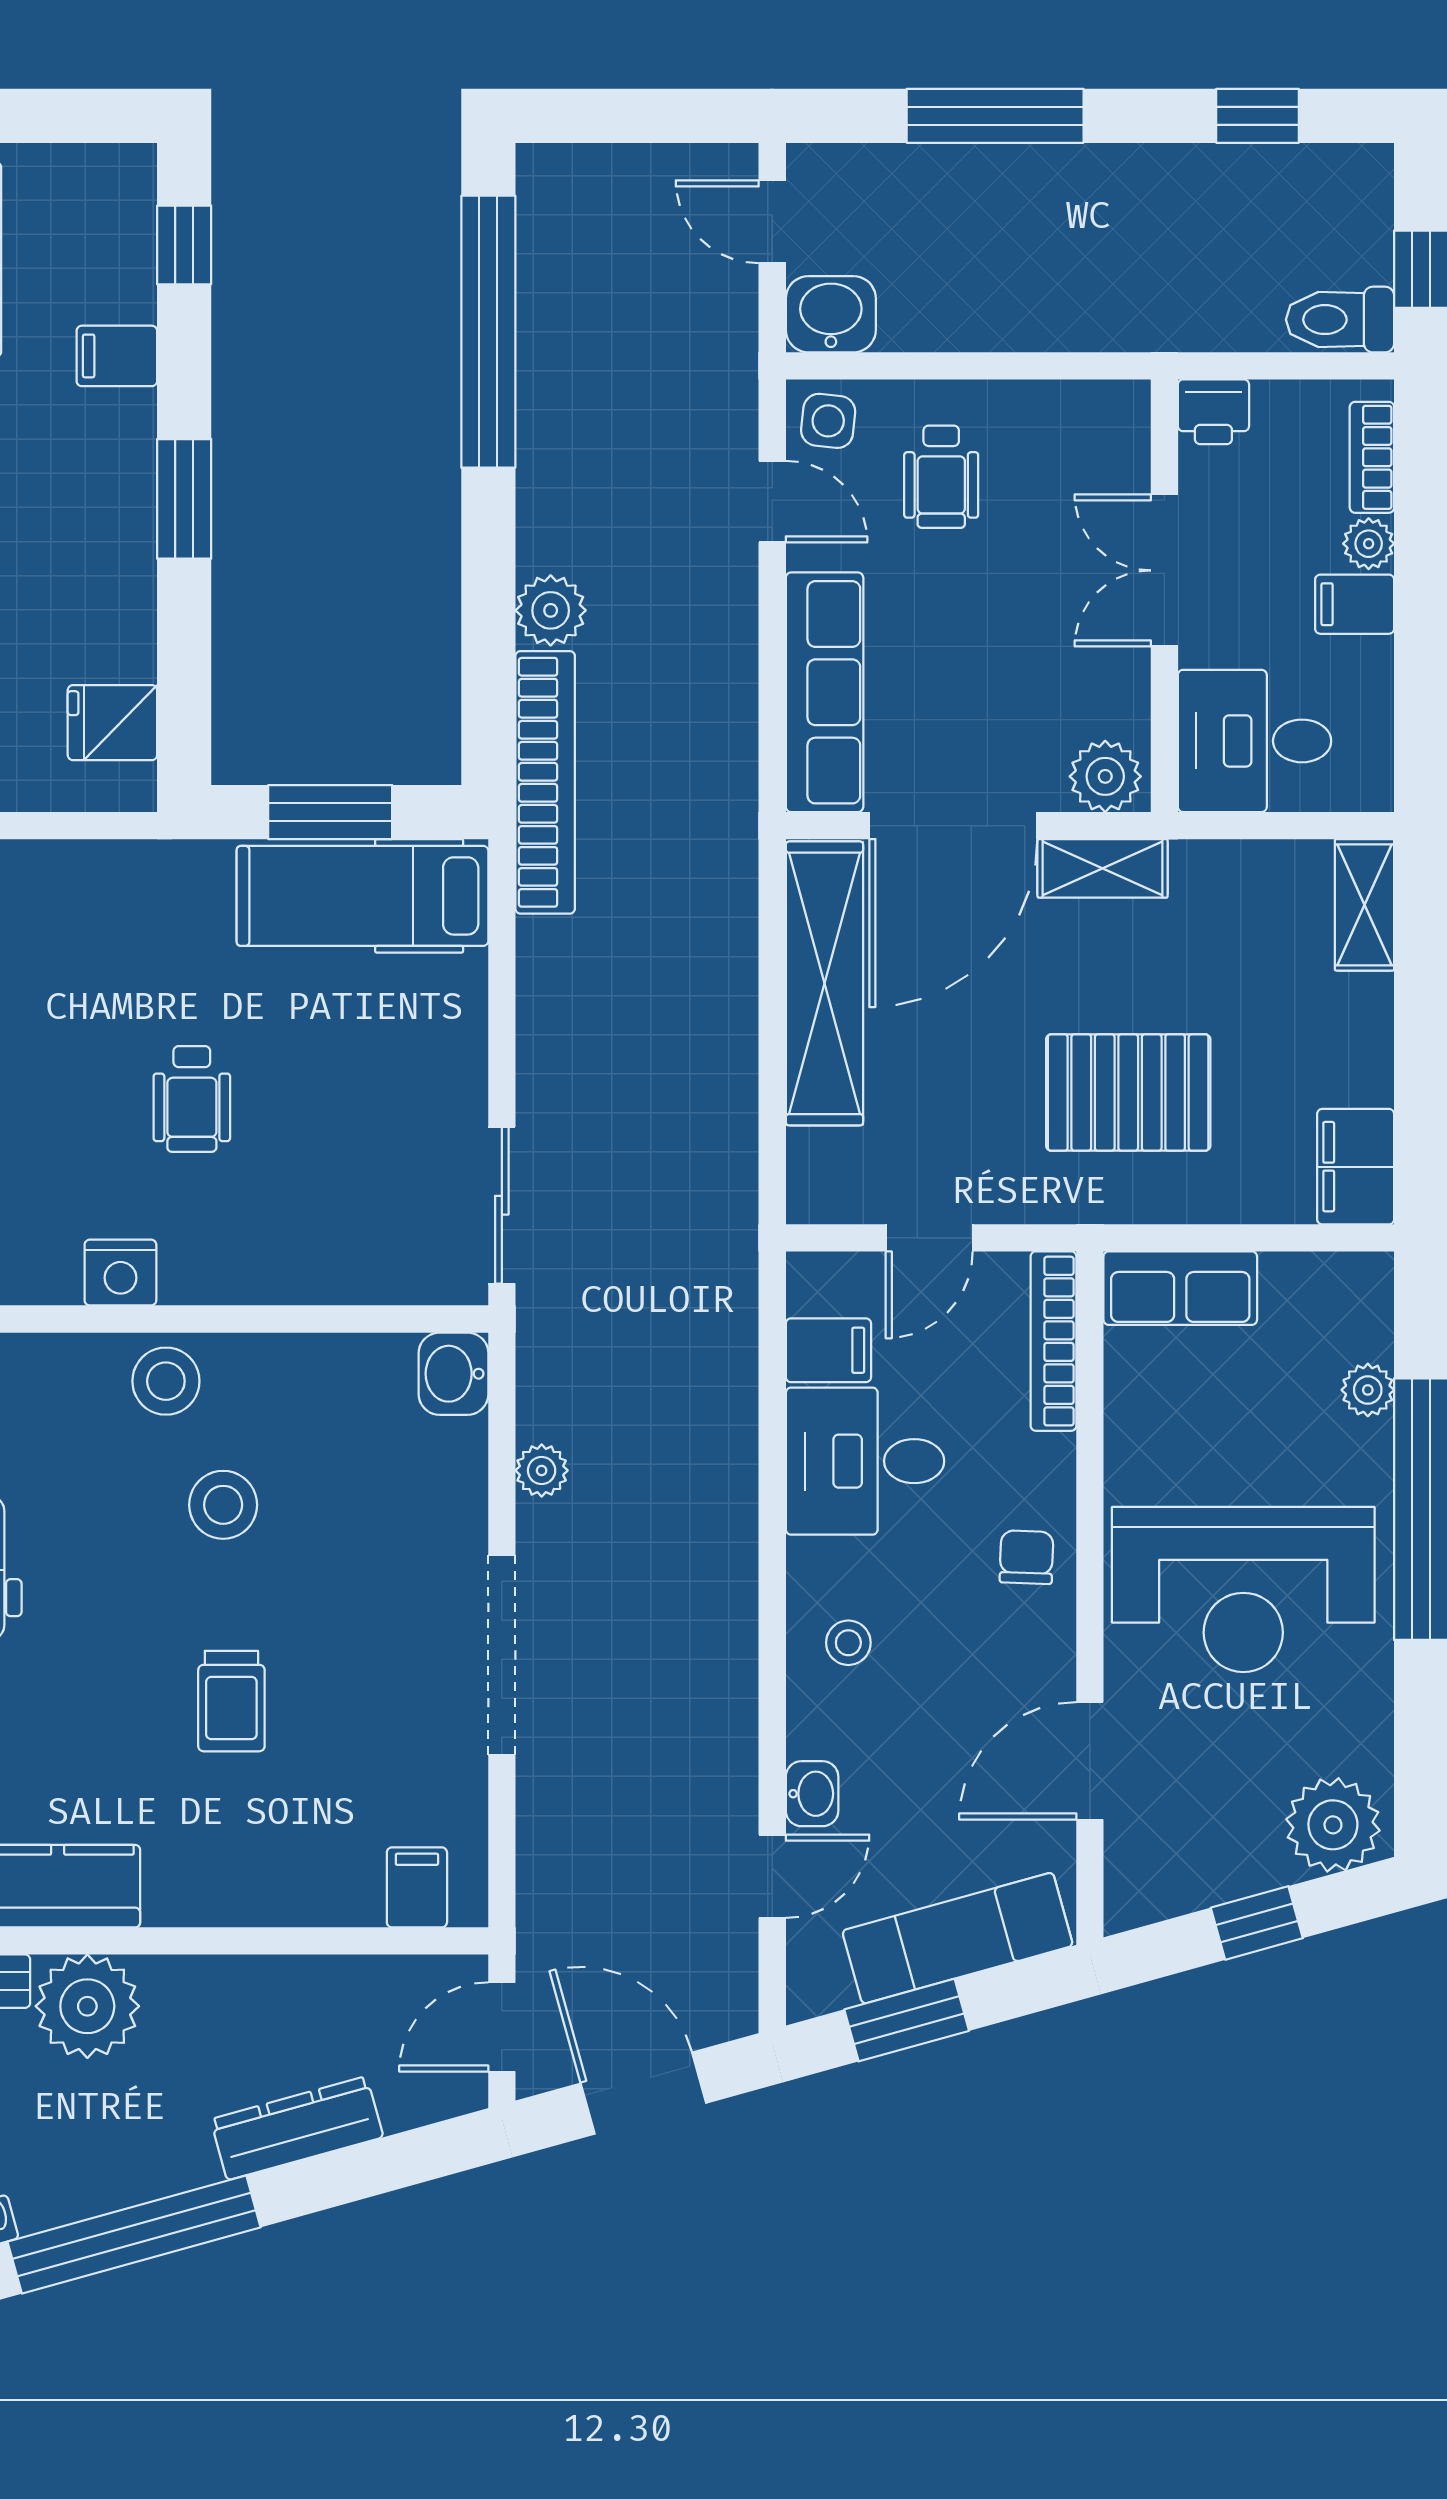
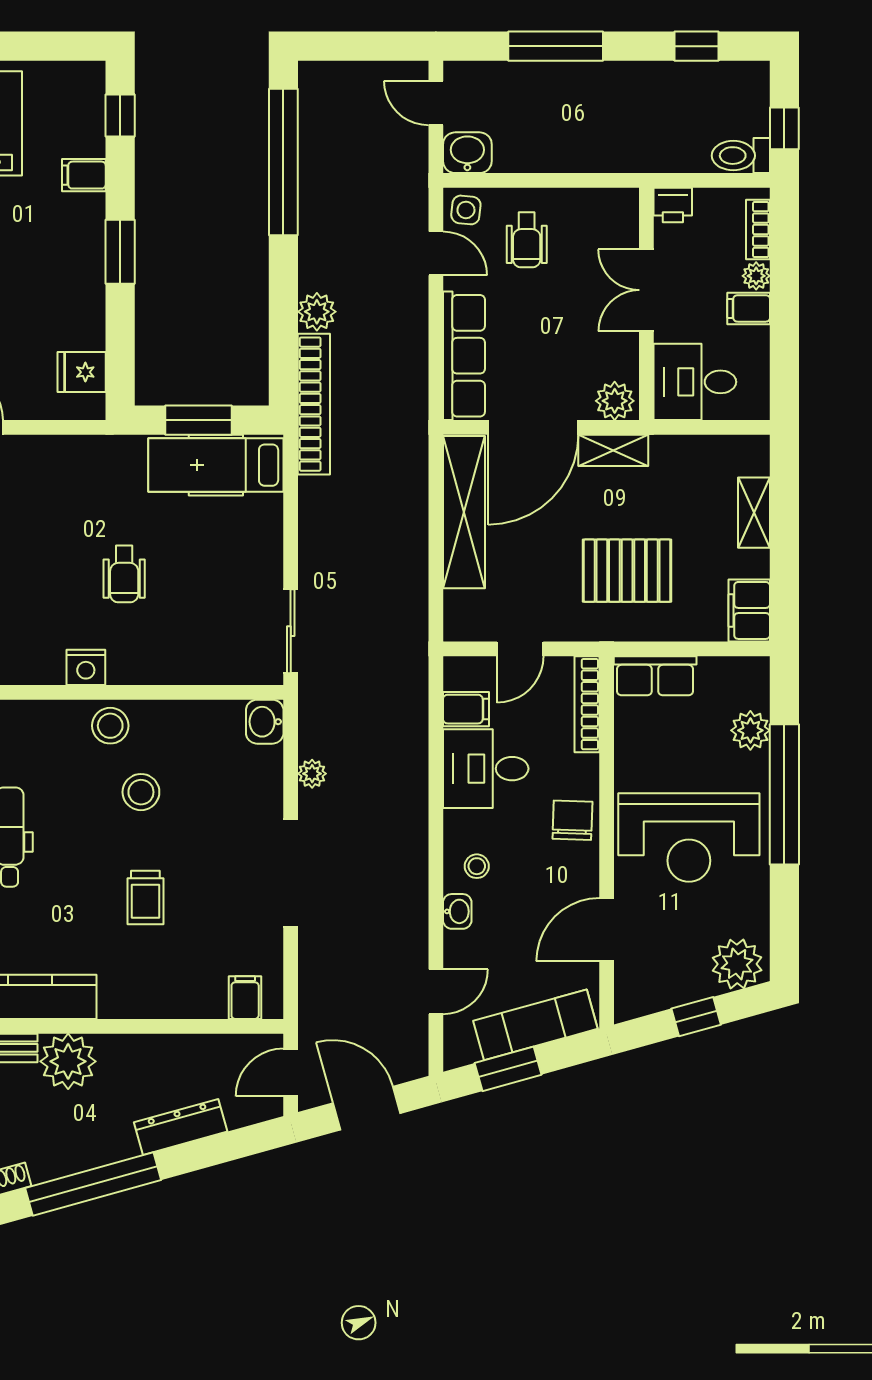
shelving: (1365, 905) -> (754, 513), moved
plant: (1368, 1390) -> (750, 730), width x1.38, depth x1.38
chair: (1026, 1557) -> (572, 820), width x1.37, depth x1.37
washbasin: (812, 1794) -> (457, 911), moved

